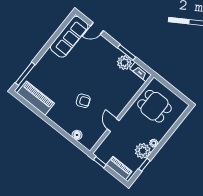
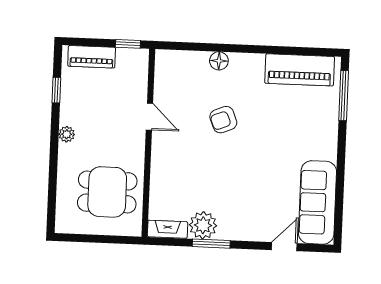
floor lamp: (77, 135) -> (219, 61), moved
plant: (143, 151) -> (75, 110), removed

